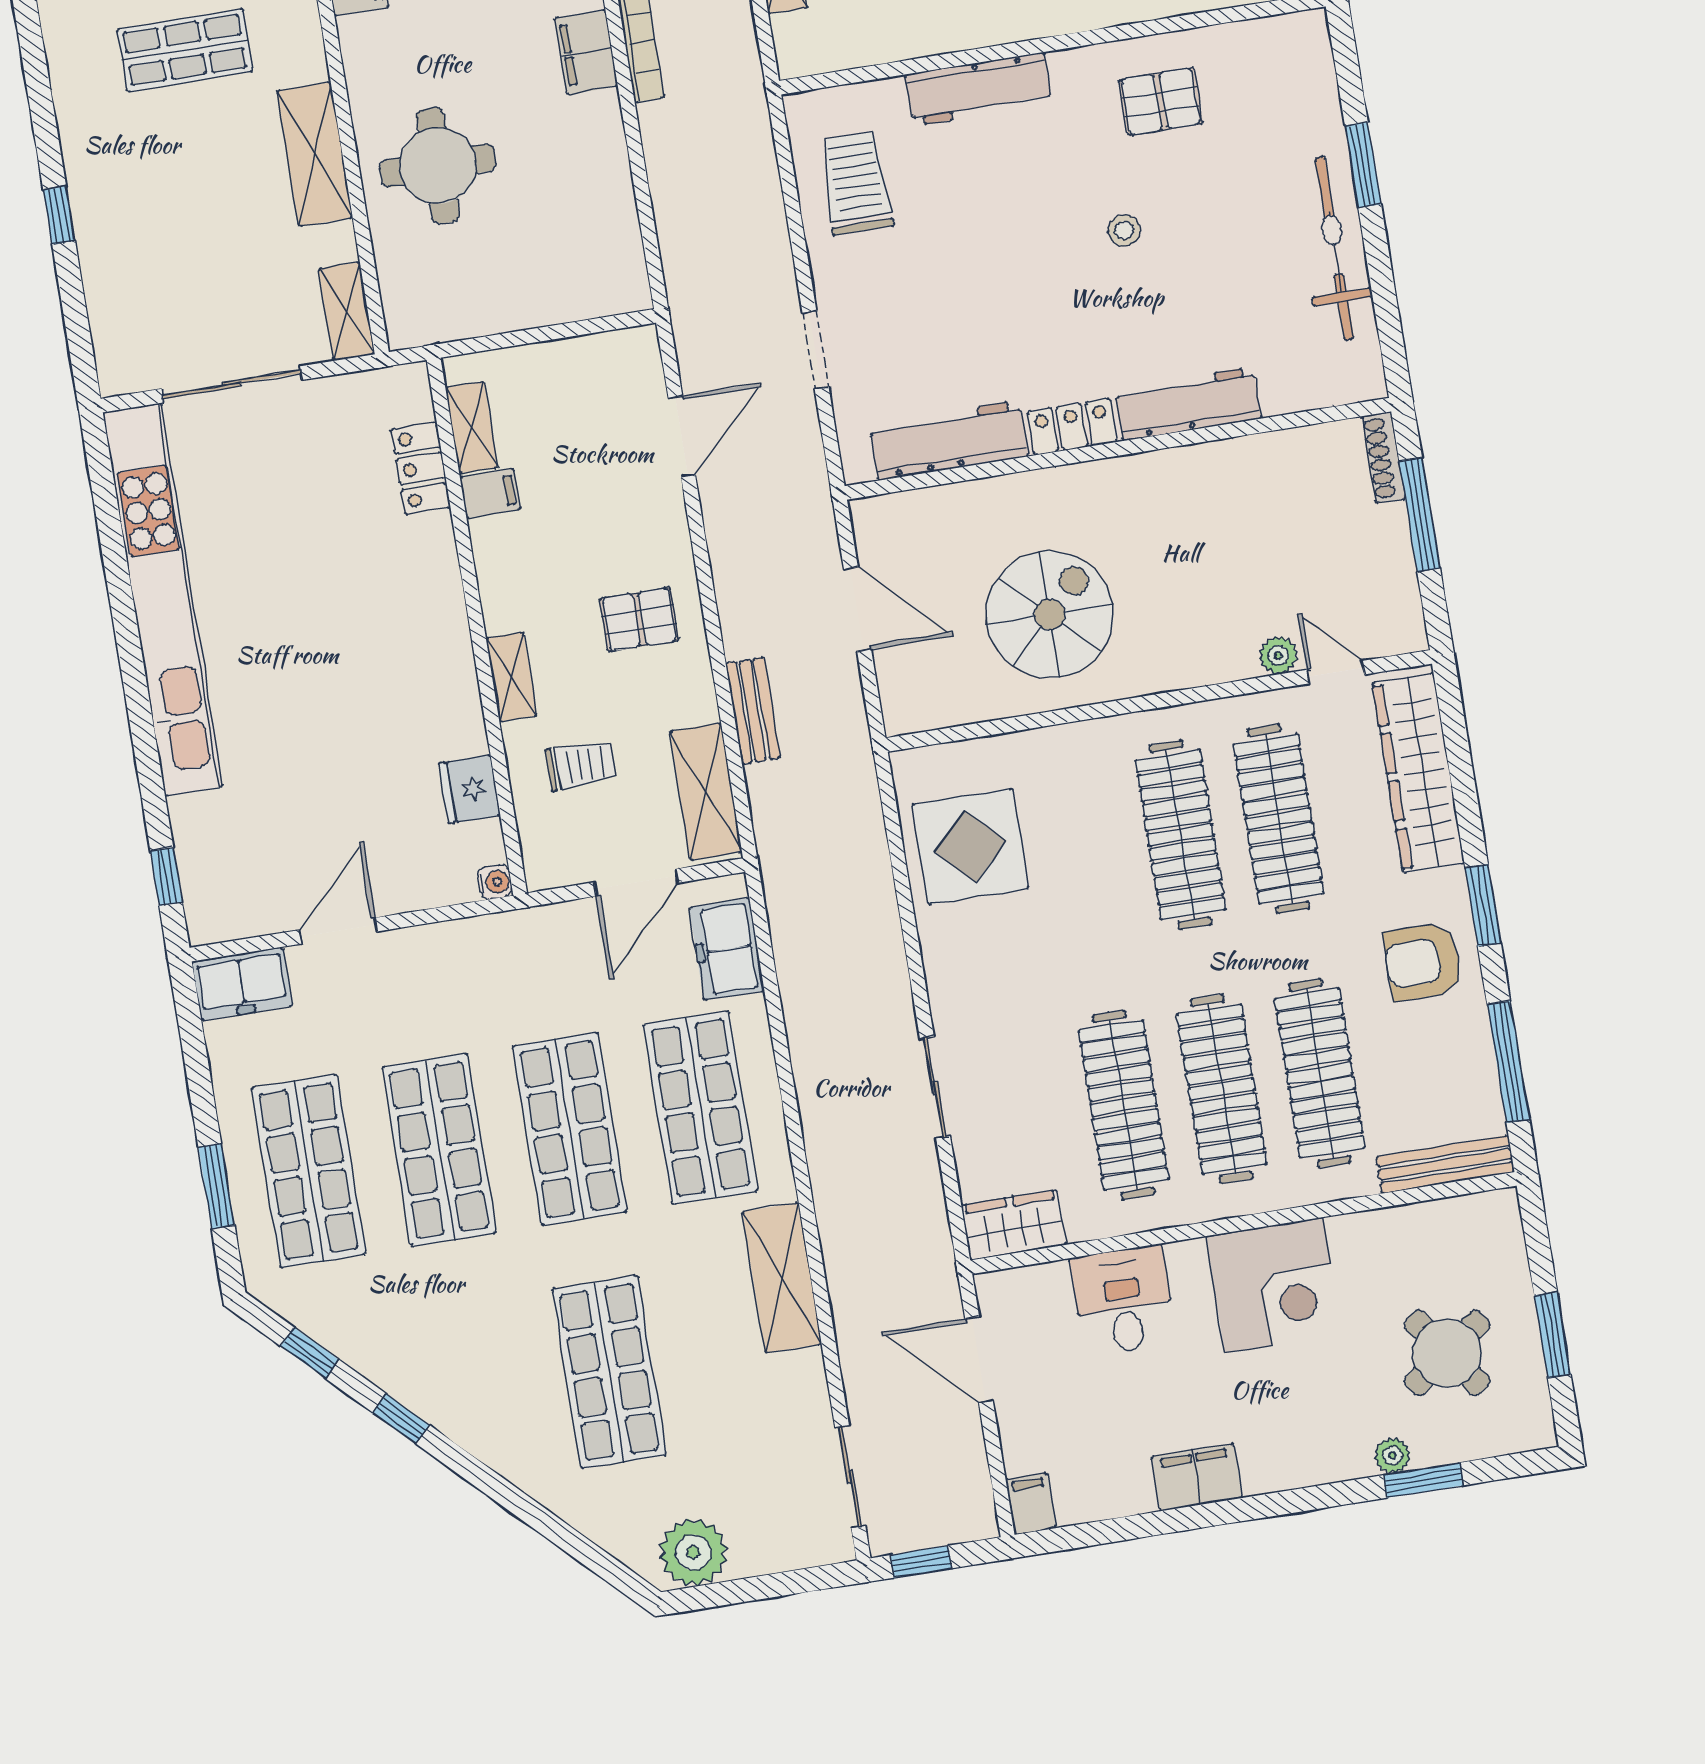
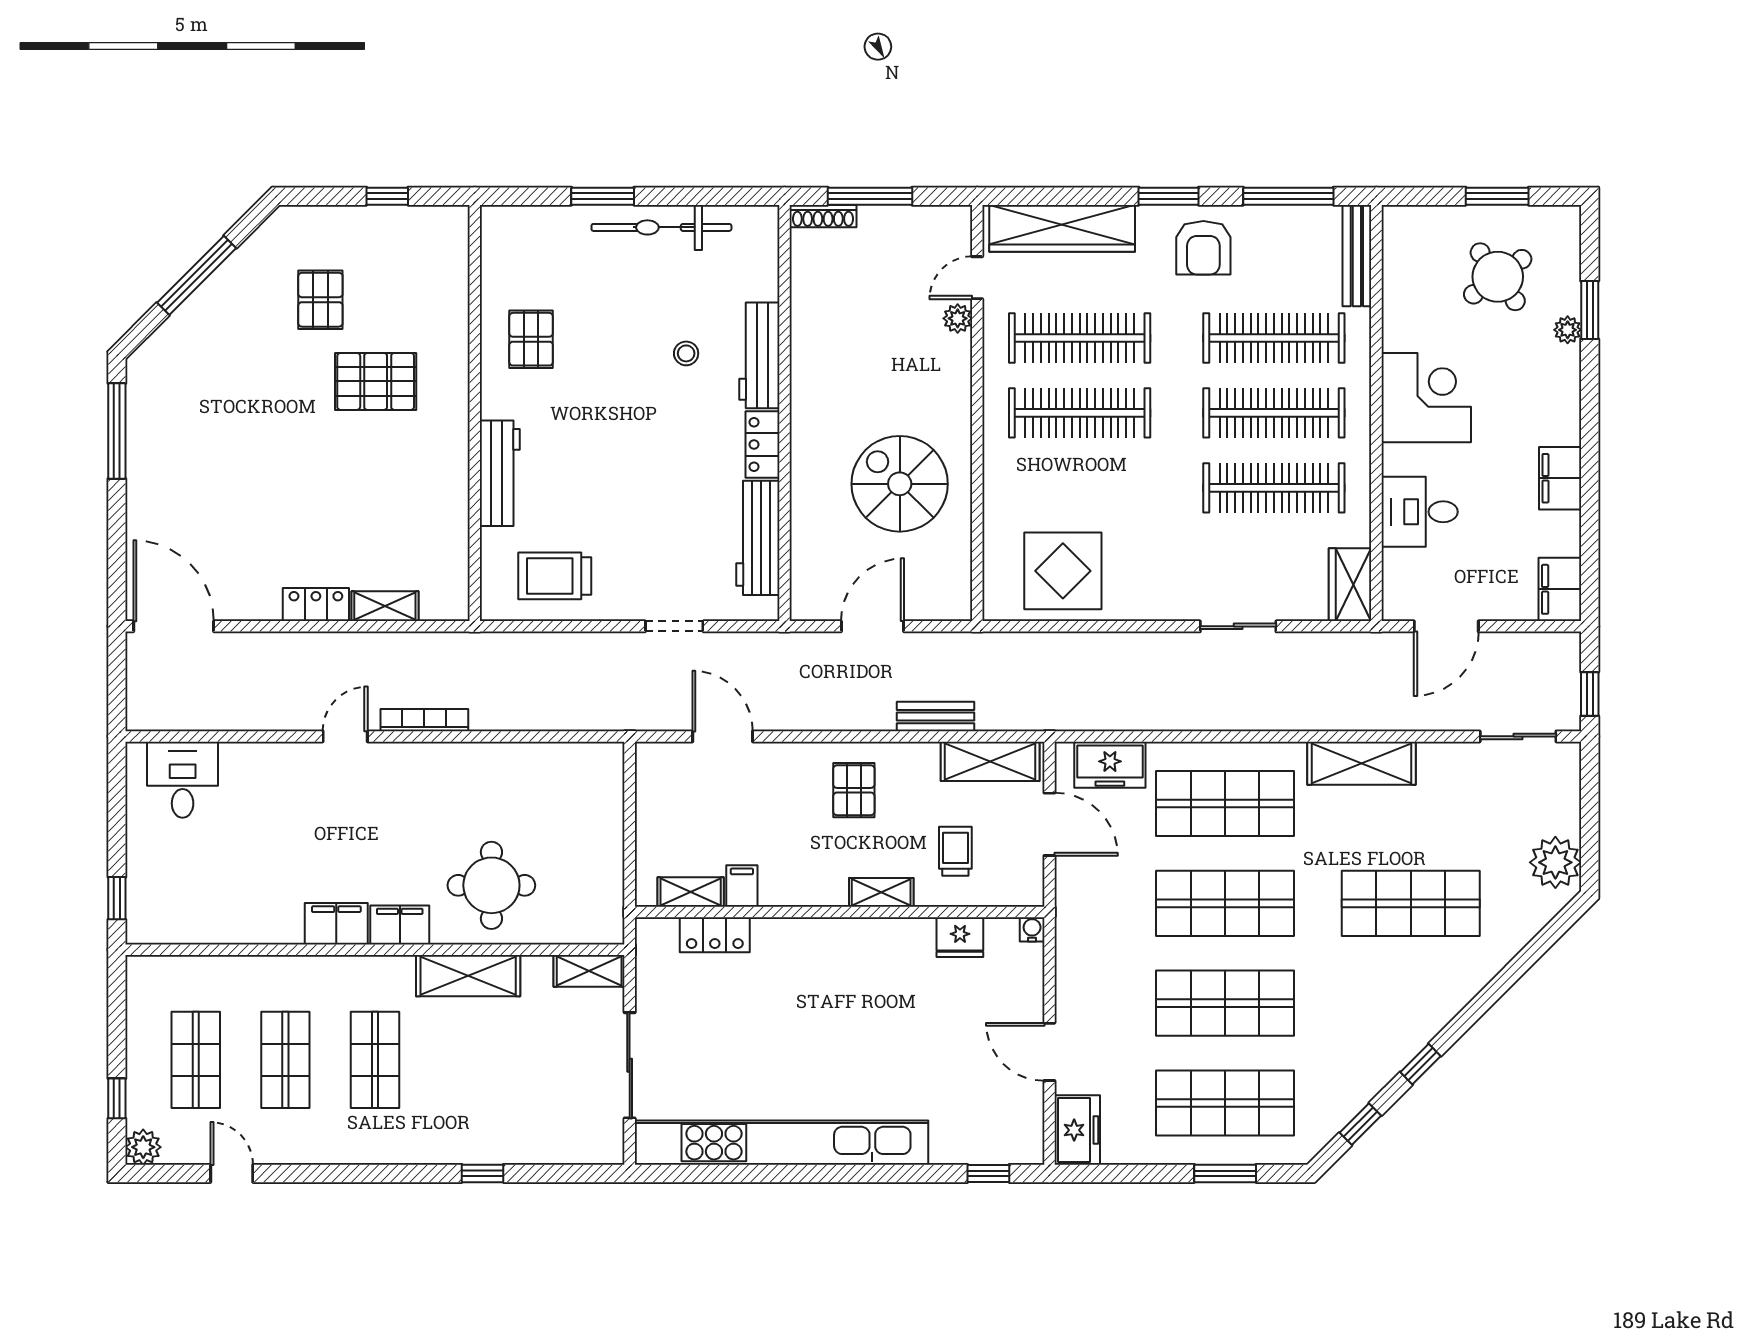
filing cabinet: (586, 52) -> (400, 925), moved, turned 180
stool: (1124, 230) -> (686, 353), moved
filing cabinet: (1031, 1504) -> (1560, 589), width x2.00

